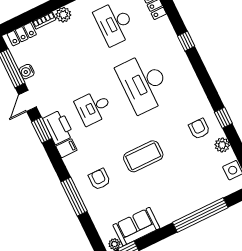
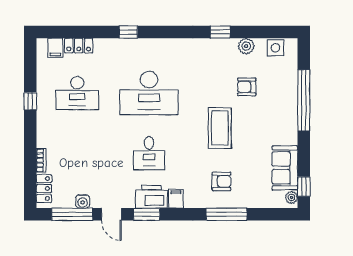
plant: (63, 15) -> (45, 139), removed
armchair: (199, 129) -> (247, 87), moved
armchair: (99, 179) -> (221, 181), turned 180

